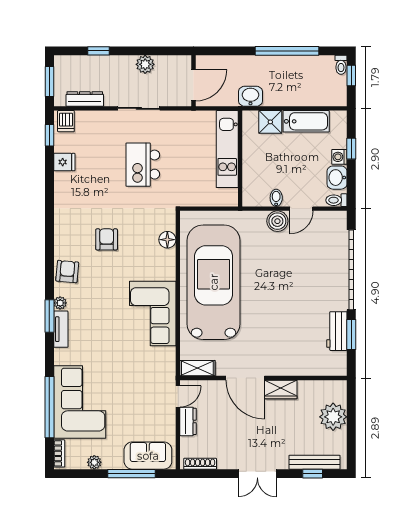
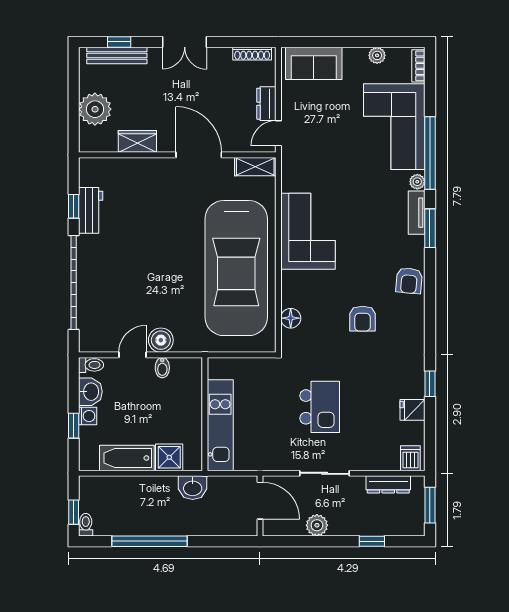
door: (193, 85) -> (260, 501), swing flipped
window: (49, 135) -> (430, 384), moved
plant: (60, 303) -> (417, 182), moved
window: (351, 335) -> (74, 206), width x0.67
wardrobe: (281, 389) -> (137, 141), moved
window: (49, 407) -> (430, 153), moved
window: (132, 474) -> (333, 42), removed
double door: (257, 474) -> (185, 42), swing flipped

